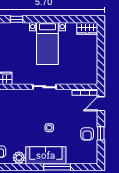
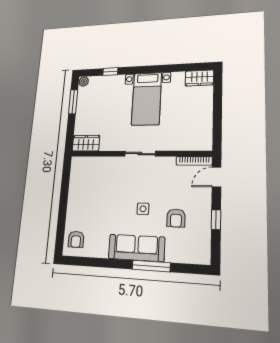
armchair: (87, 134) -> (176, 218), moved
plant: (19, 158) -> (100, 249), removed

